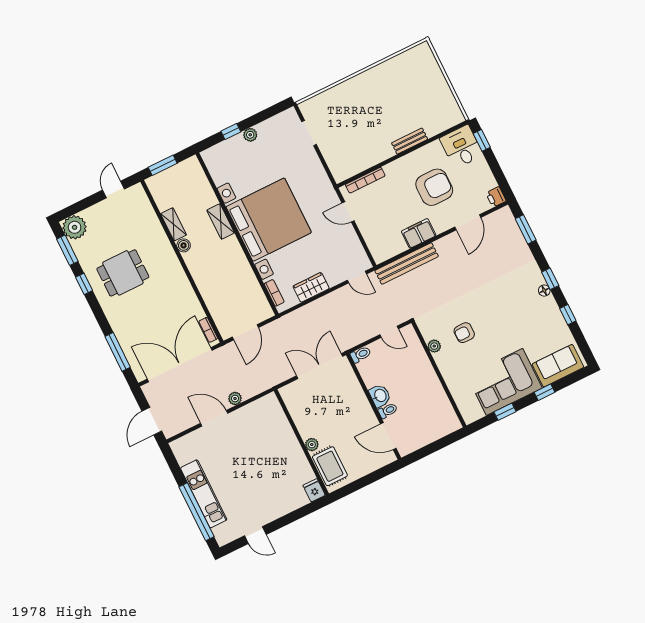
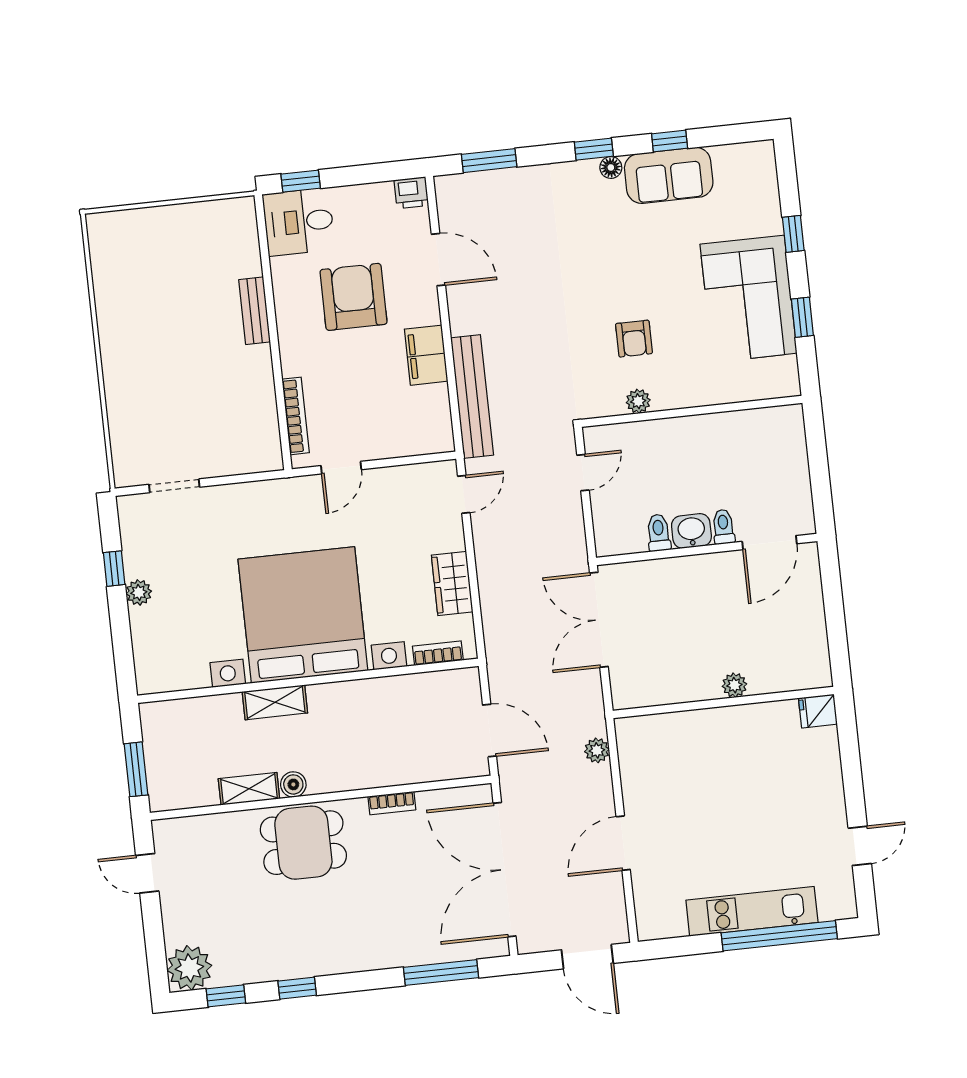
window: (231, 132) -> (114, 569), moved
window: (67, 250) -> (226, 996), width x0.67
dining table: (123, 273) -> (303, 843), moved, turned 90
bookcase: (208, 330) -> (392, 803), moved
toilet: (361, 354) -> (659, 533), moved
sofa: (558, 366) -> (669, 175), moved, turned -90
plant: (235, 398) -> (597, 750), moved
rug: (330, 466) -> (785, 667), removed

